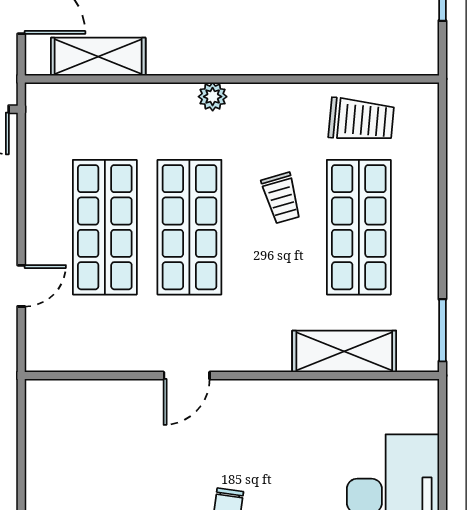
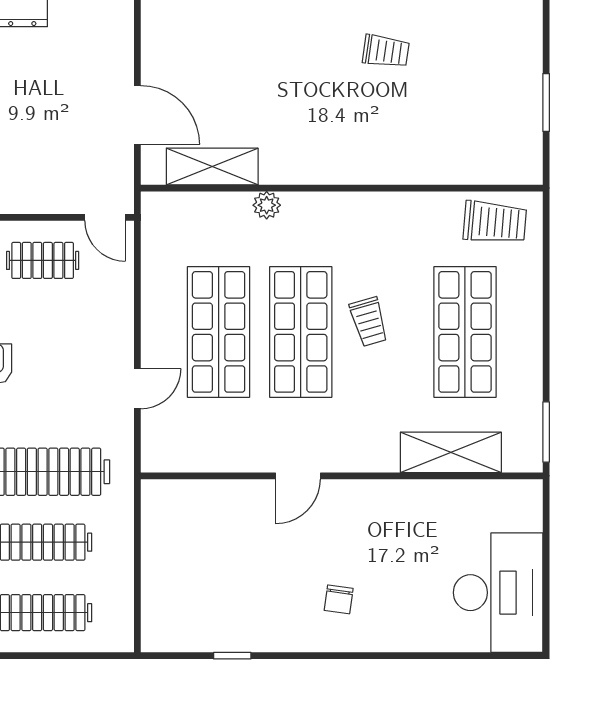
plant: (213, 97) -> (267, 205), moved
trolley: (361, 120) -> (495, 222), moved
trolley: (281, 198) -> (369, 322), moved

